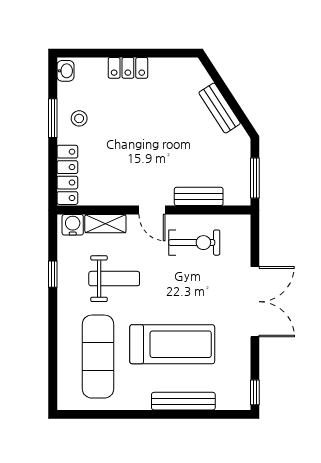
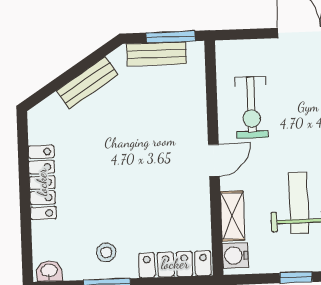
locker: (128, 68) -> (42, 182), width x1.53
bench: (199, 196) -> (156, 54), moved, turned 90
exercise bike: (194, 243) -> (251, 107), turned 180

